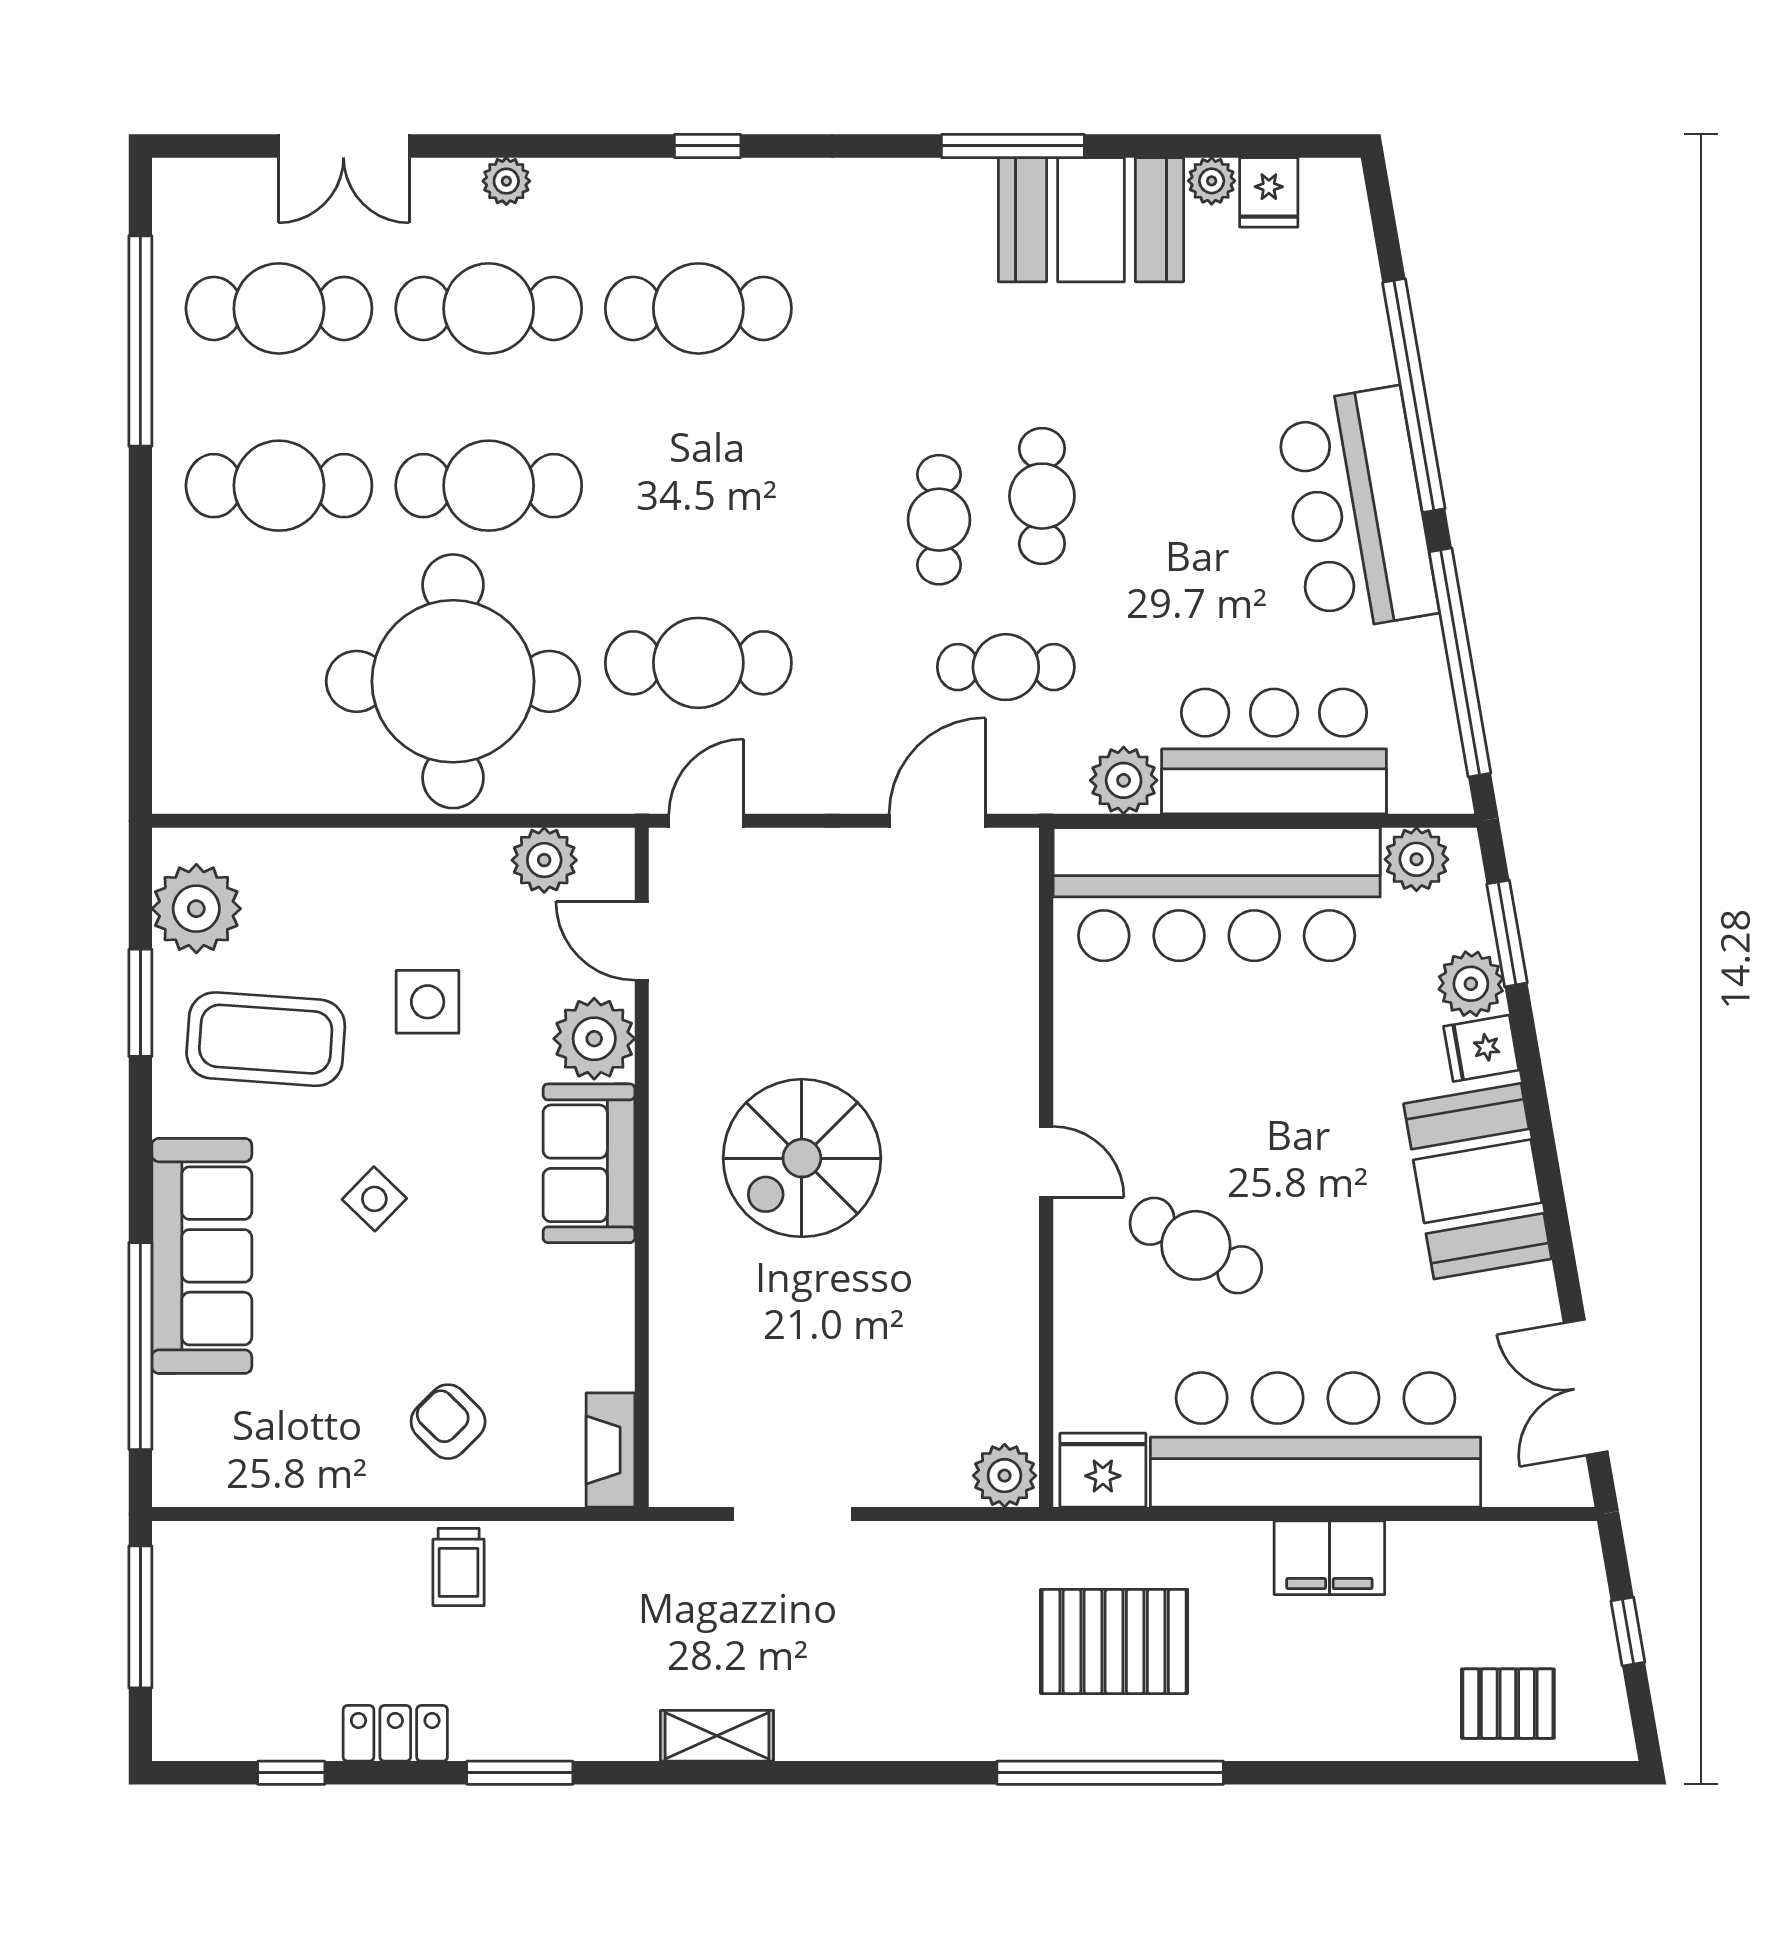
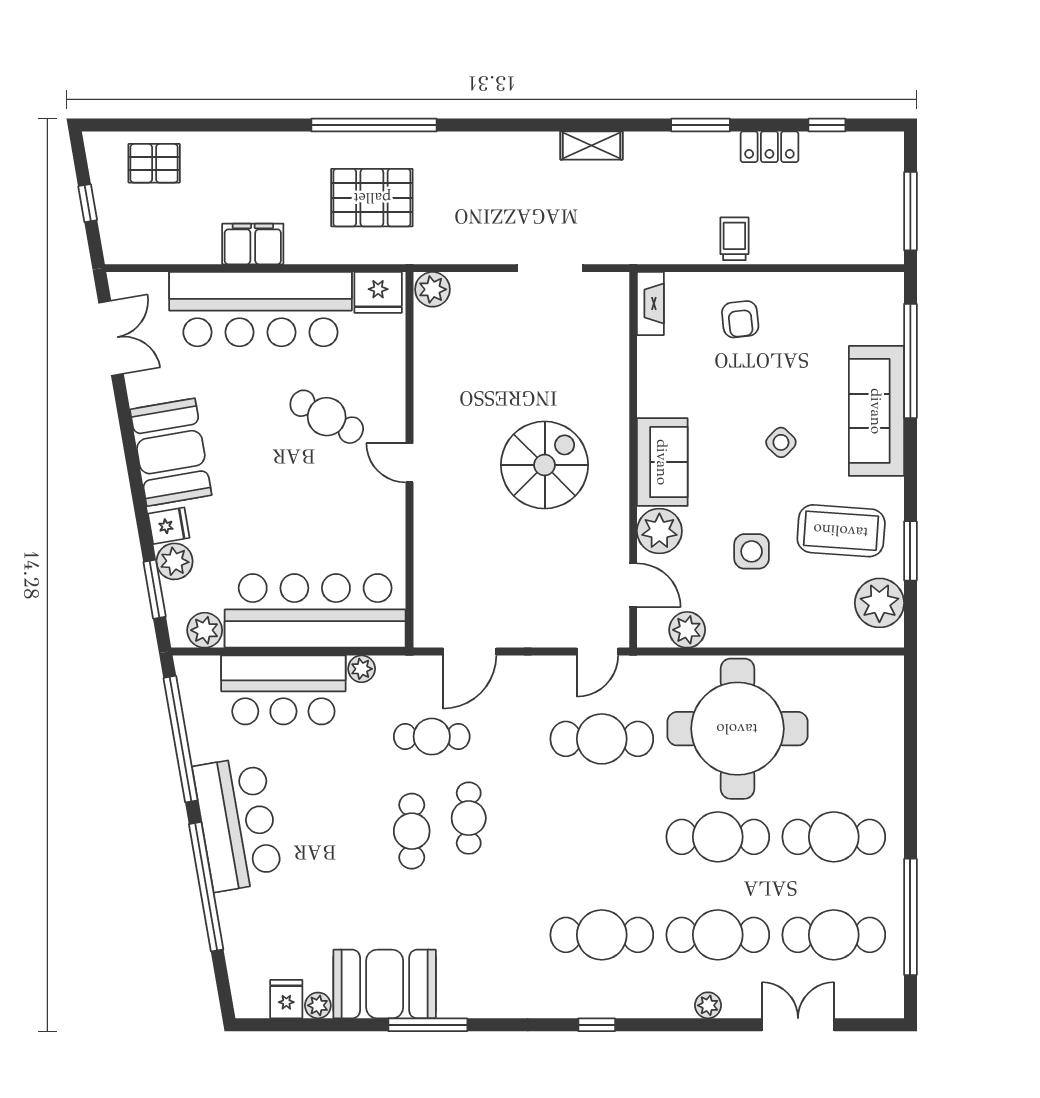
plant: (1124, 780) -> (362, 669), width x0.73, depth x0.73
armchair: (448, 1422) -> (740, 319), turned 39

